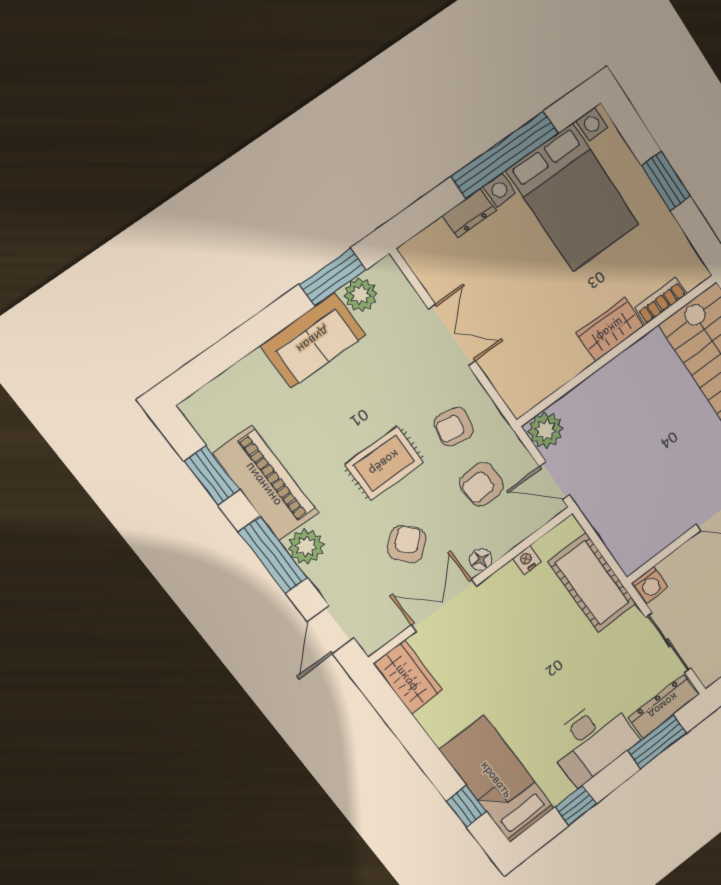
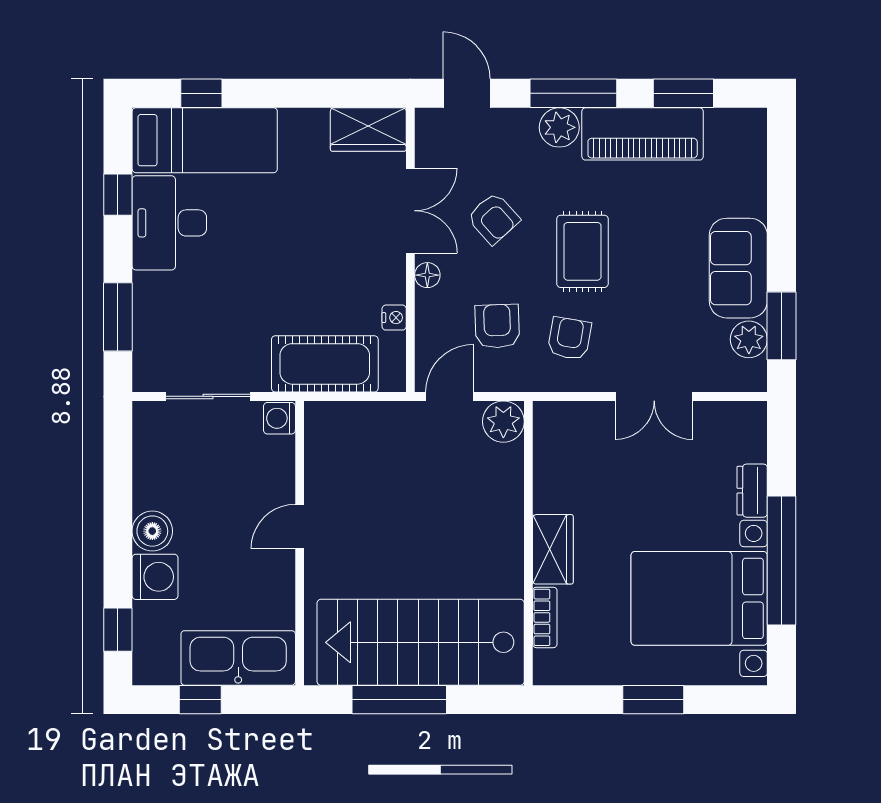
dresser: (663, 706) -> (149, 348), removed
desk: (592, 741) -> (169, 223), moved

